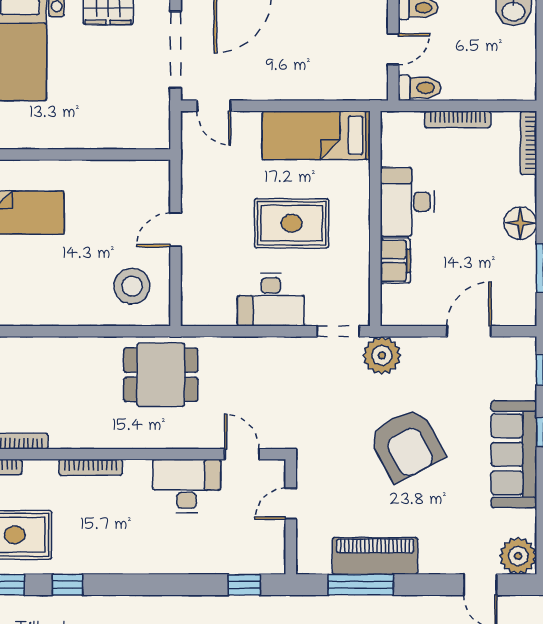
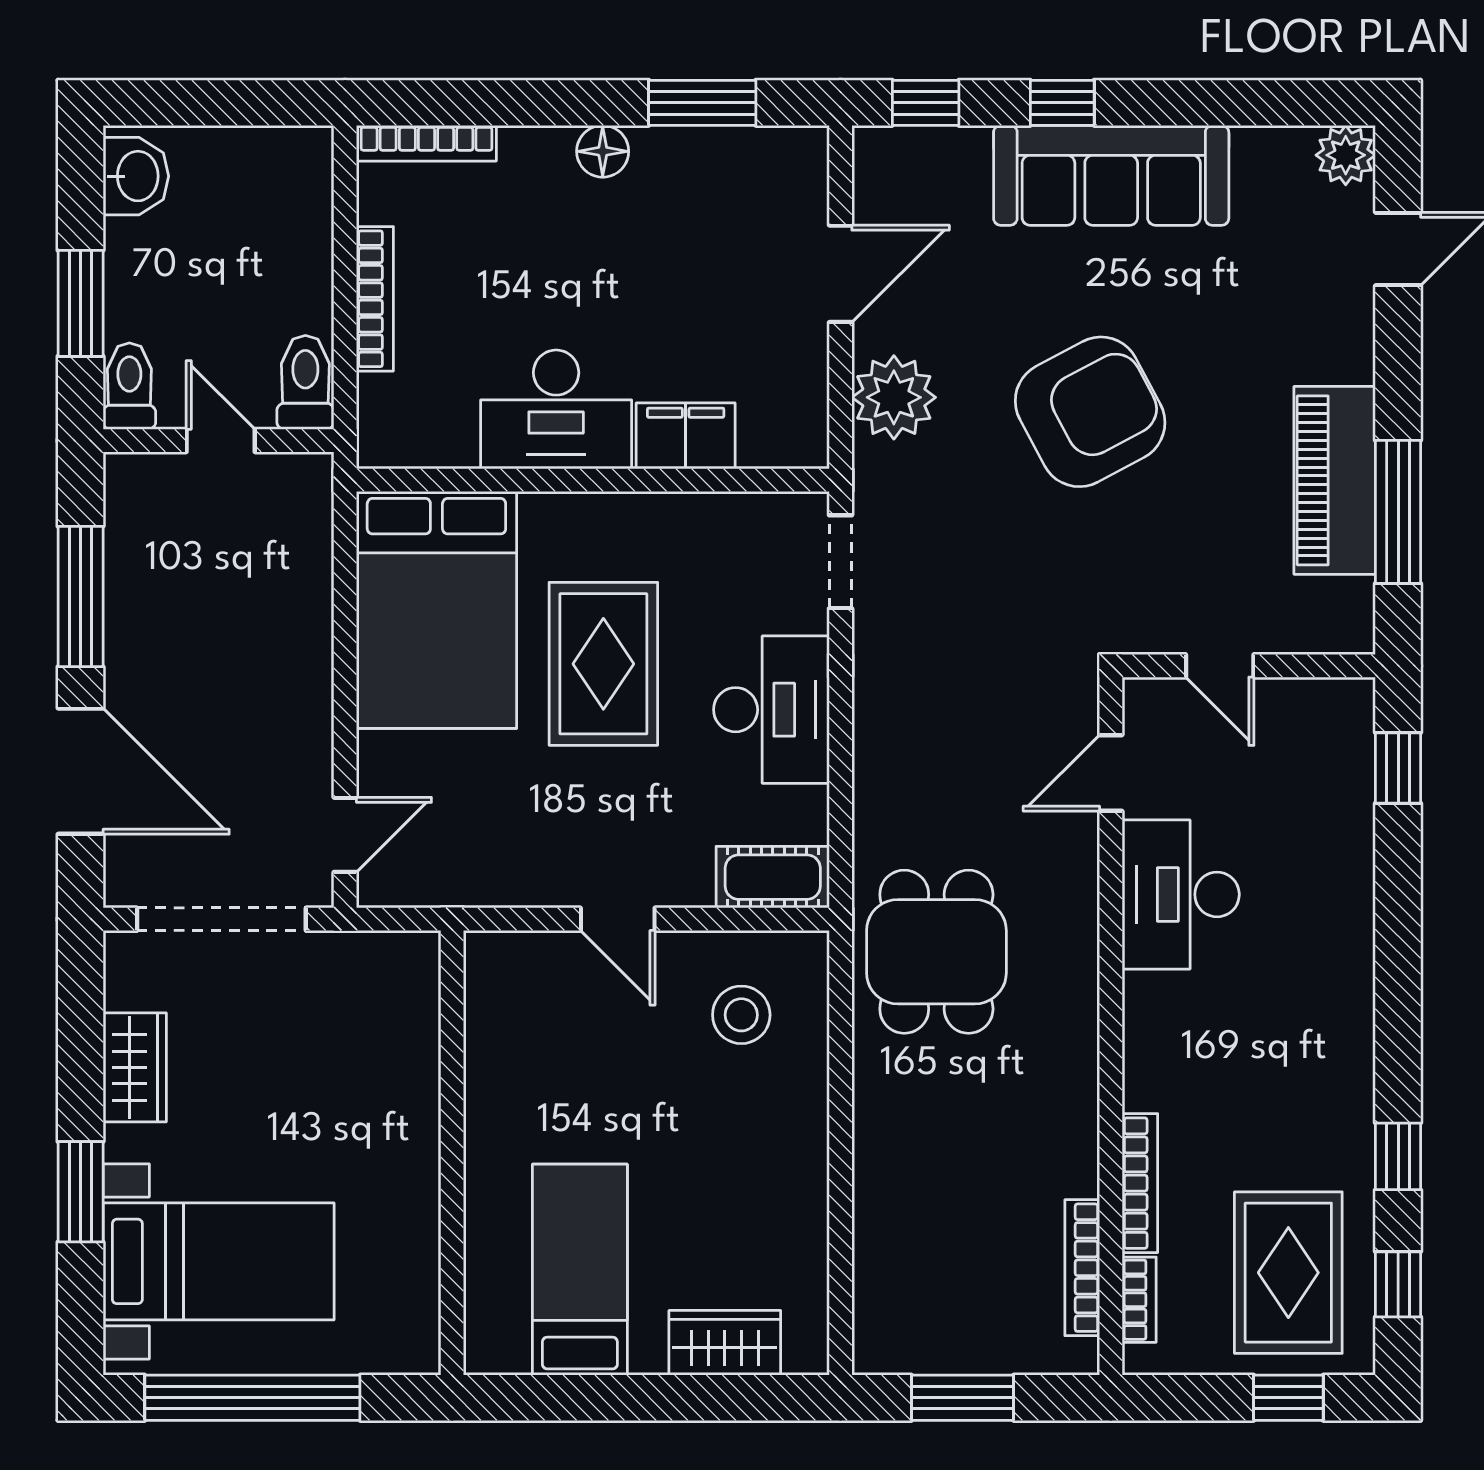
bed: (316, 135) -> (436, 610), width x1.50
floor lamp: (520, 223) -> (603, 151), width x0.73, depth x0.73
stool: (132, 286) -> (741, 1015), width x0.73, depth x0.73
cot: (195, 300) -> (773, 877), added
door: (469, 331) -> (841, 274), swing flipped
plant: (382, 355) -> (894, 397), moved
bookcase: (91, 467) -> (1140, 1183), moved
plant: (518, 556) -> (1346, 155), width x0.73, depth x0.73

